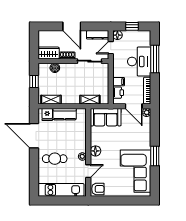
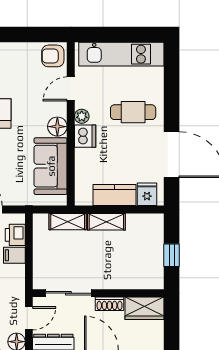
boiler: (55, 68) -> (133, 281), removed
shelving: (51, 100) -> (106, 222), moved
sofa: (106, 117) -> (51, 166), moved, turned -90
dishwasher: (81, 146) -> (85, 136), added

